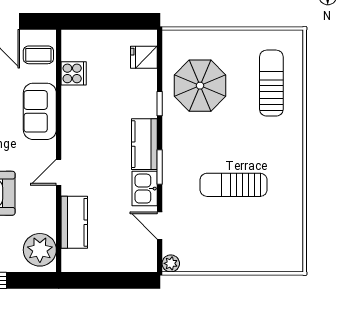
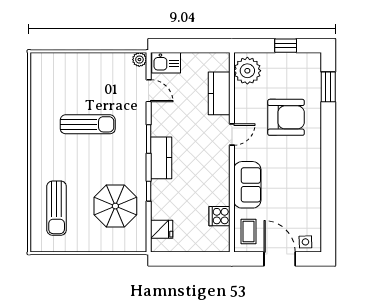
coffee table: (38, 55) -> (249, 231), turned 90
kitchen sink: (145, 189) -> (166, 63), moved, turned 90

